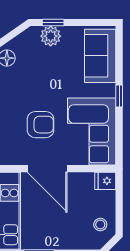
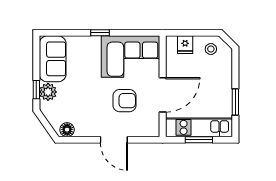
sofa: (100, 56) -> (53, 59), moved, turned -90
armchair: (41, 125) -> (125, 101), turned 90
fridge: (105, 181) -> (185, 45), moved

